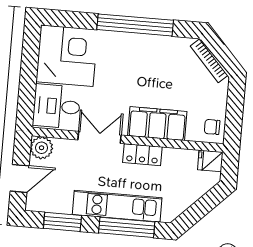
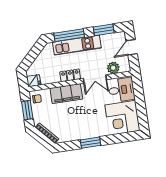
window: (135, 25) -> (90, 143), width x0.47
window: (235, 111) -> (27, 110), added
plant: (42, 148) -> (113, 68), moved

